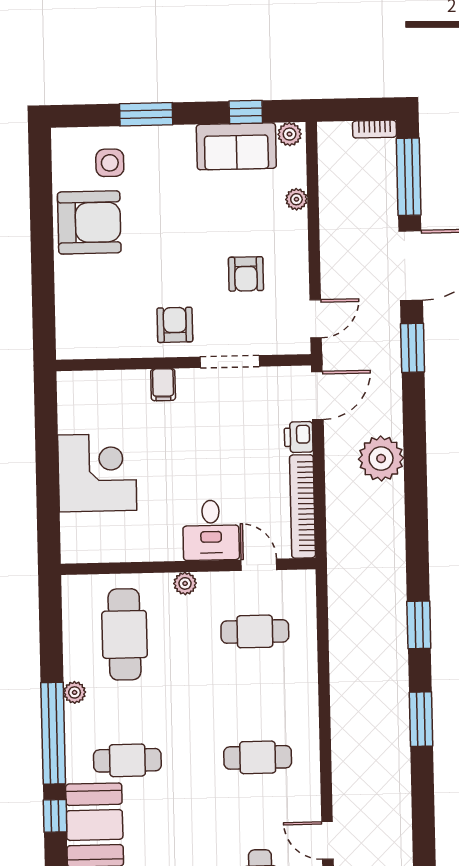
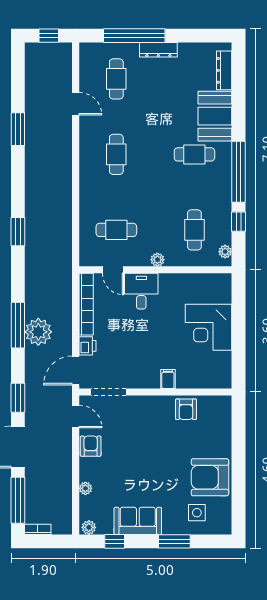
sofa: (236, 146) -> (138, 521), moved
armchair: (246, 274) -> (91, 446), moved
door: (316, 319) -> (76, 416), swing flipped
armchair: (175, 325) -> (186, 409), moved
doorway: (230, 362) -> (109, 392), moved
window: (415, 469) -> (18, 325), added
cafe table: (125, 634) -> (194, 230), width x0.73, depth x0.74
plant: (75, 692) -> (225, 252), moved
window: (421, 719) -> (18, 129), moved
cafe table: (258, 757) -> (116, 154), turned 90
window: (55, 816) -> (239, 222), moved

